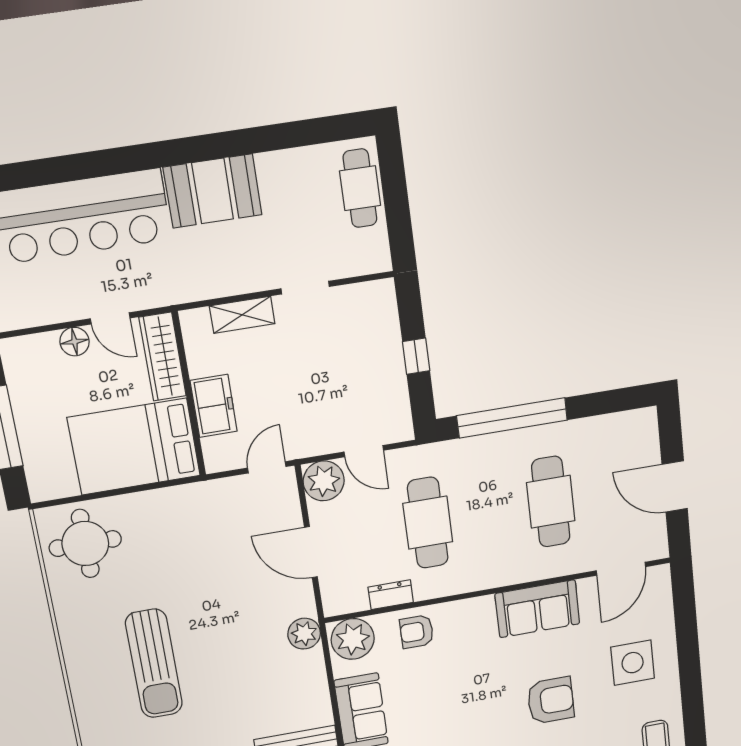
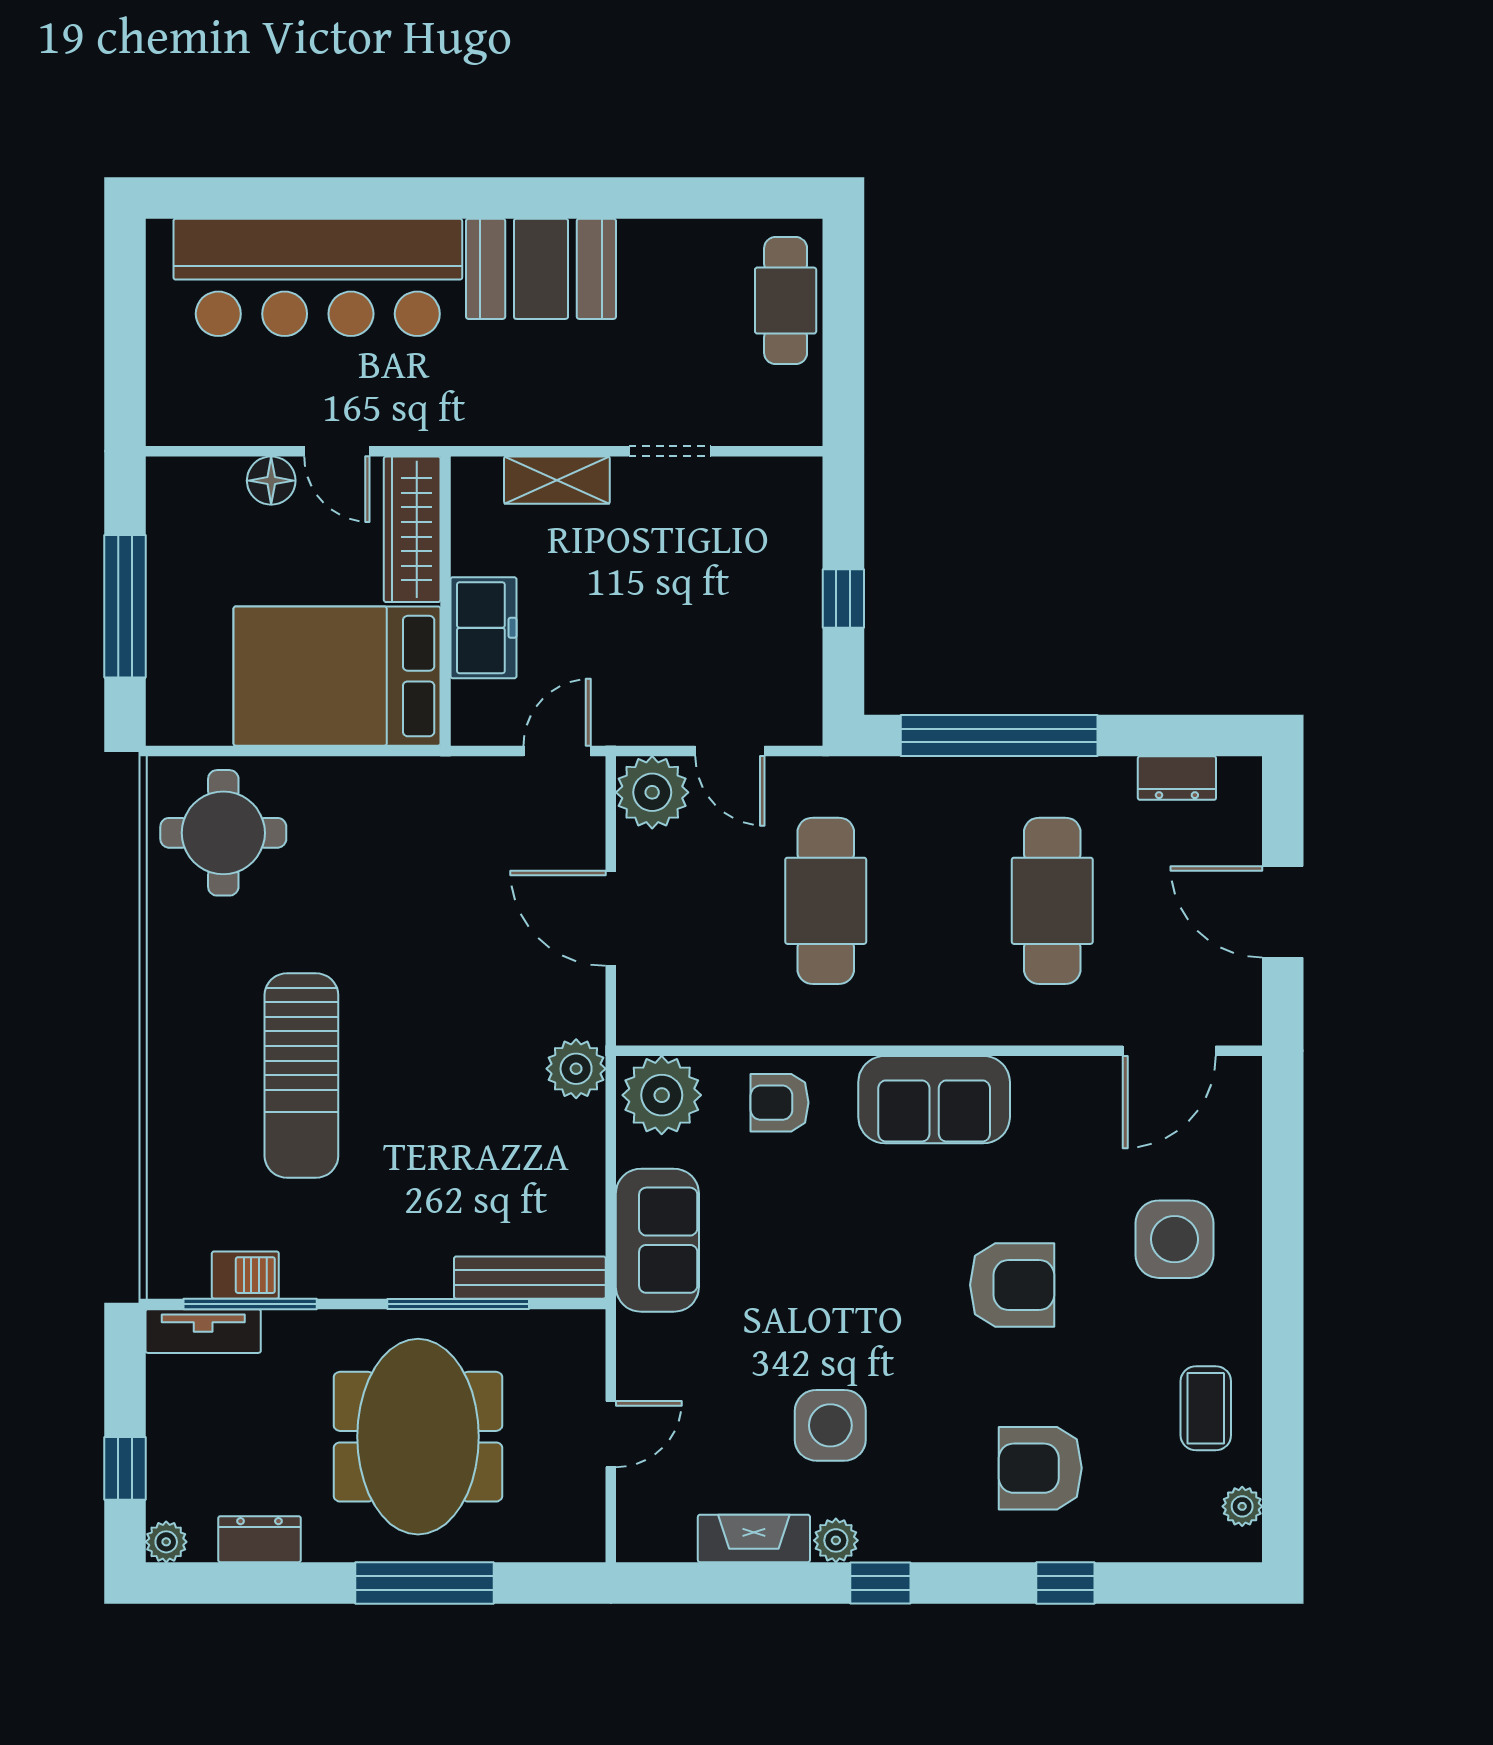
dresser: (391, 595) -> (1177, 778), moved, turned 180
sofa: (537, 609) -> (934, 1100), moved

